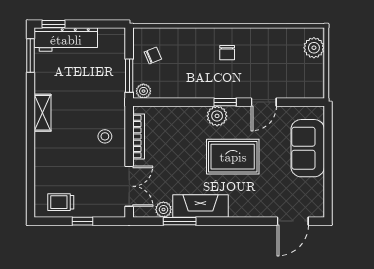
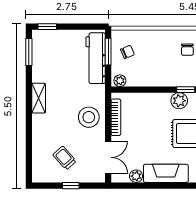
workbench: (66, 40) -> (96, 58), moved, turned 90
window: (129, 76) -> (108, 52), moved
stool: (105, 136) -> (89, 117), width x1.89, depth x1.89
trolley: (61, 202) -> (65, 158), moved, turned 48
window: (180, 221) -> (149, 186), removed

